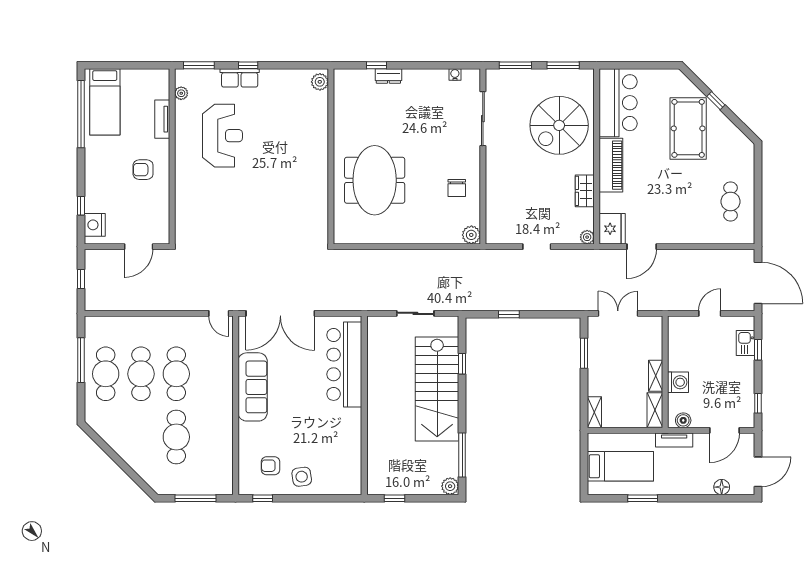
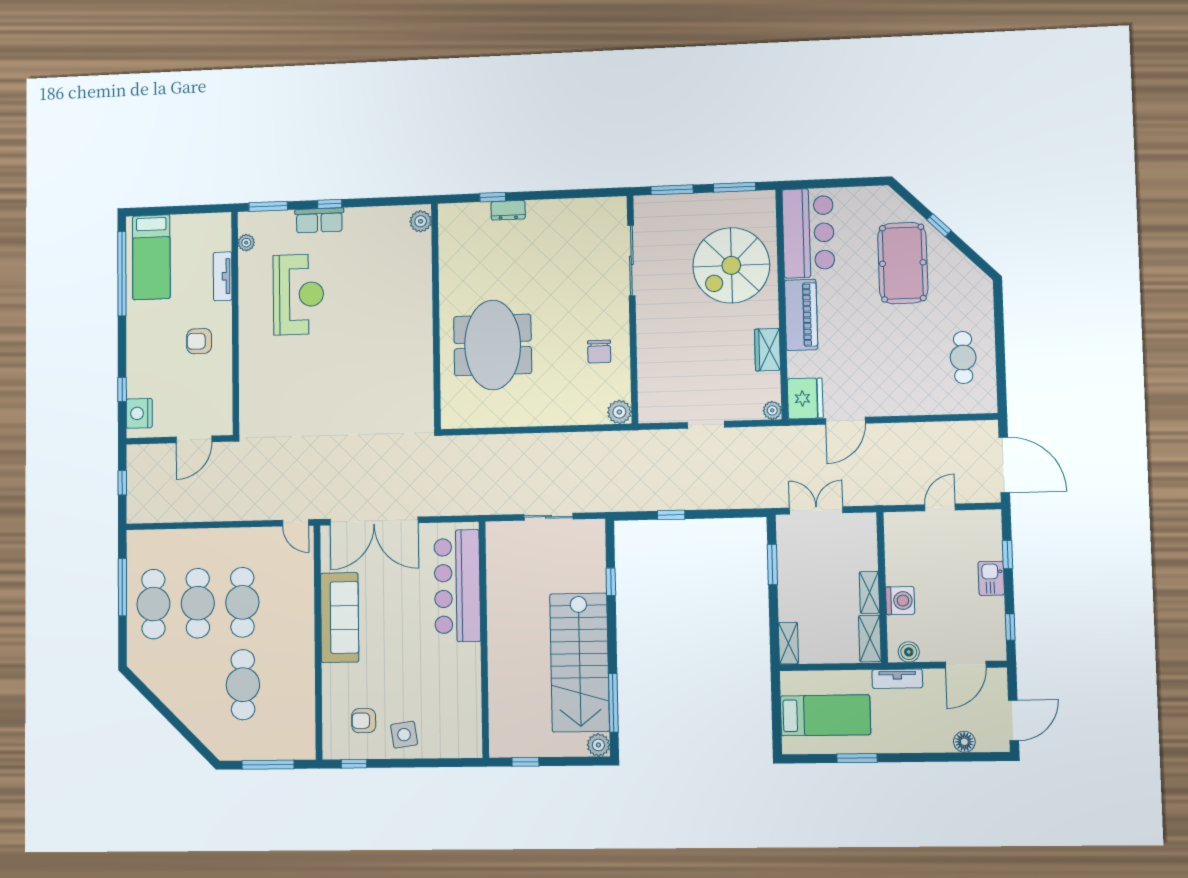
water cooler: (455, 74) -> (594, 205), removed
kitchen sink: (745, 343) -> (991, 578), moved
stairs: (437, 389) -> (580, 662), moved

